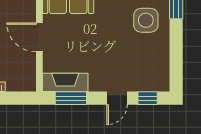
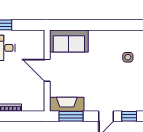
side table: (146, 20) -> (128, 57), width x0.54, depth x0.54

